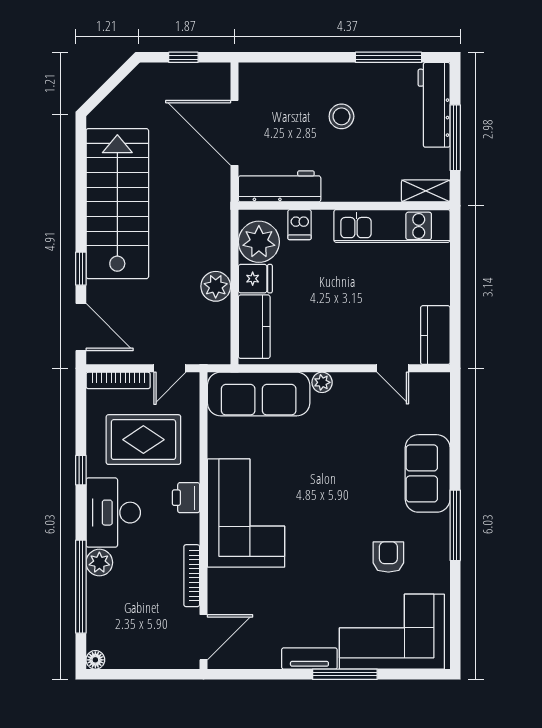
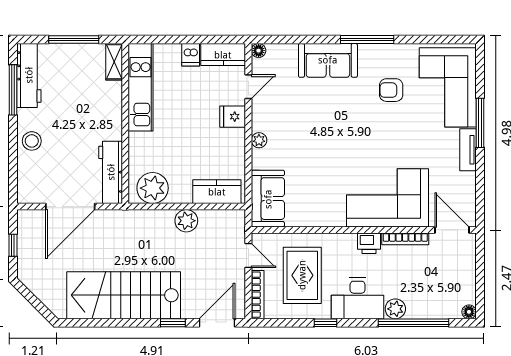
workbench: (434, 105) -> (29, 75), moved, turned -90
stool: (341, 116) -> (32, 141), moved
dishwasher: (300, 225) -> (191, 55), moved, turned 90
fridge: (255, 279) -> (233, 117), moved, turned -90
floor lamp: (441, 382) -> (259, 51), added
sofa: (259, 394) -> (268, 199), width x0.73
printer: (186, 498) -> (369, 243), moved
corner sofa: (246, 513) -> (387, 198), moved

